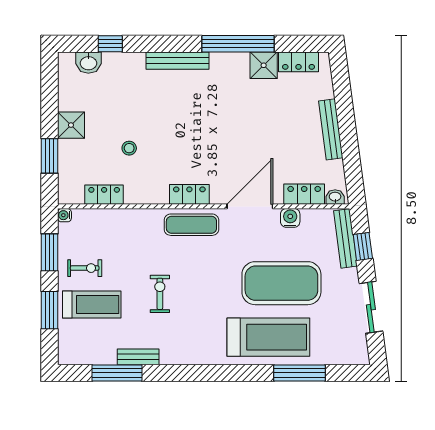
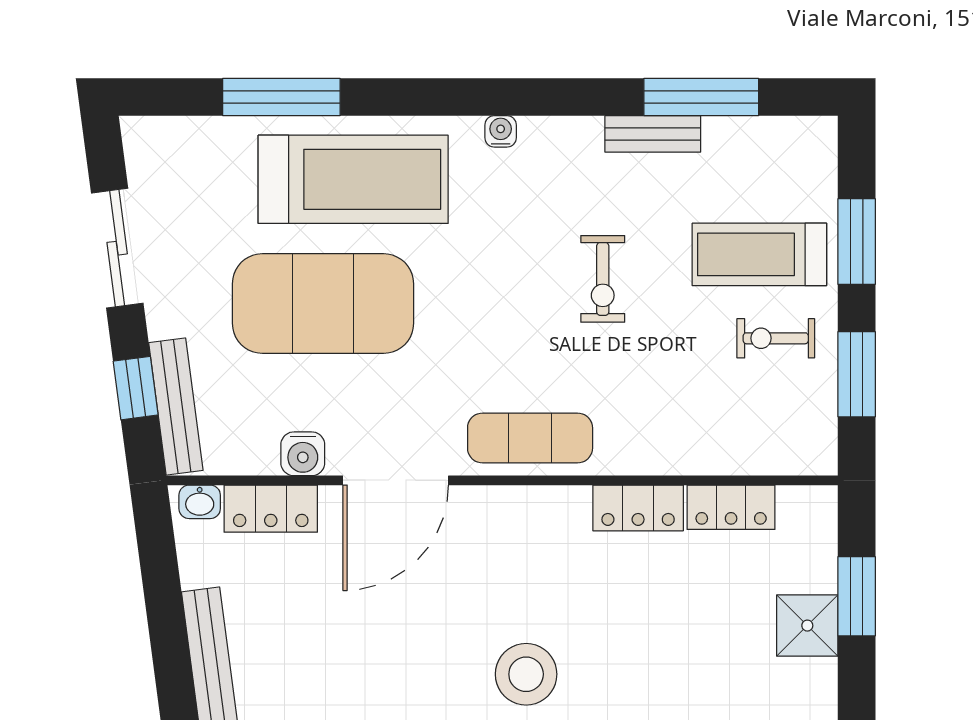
shower: (71, 125) -> (807, 626), moved
stool: (129, 148) -> (526, 674), moved, width x1.89, depth x1.89
locker: (189, 194) -> (638, 508), moved
water cooler: (64, 215) -> (501, 131), moved, turned -90
treadmill: (268, 337) -> (353, 179), turned 180

